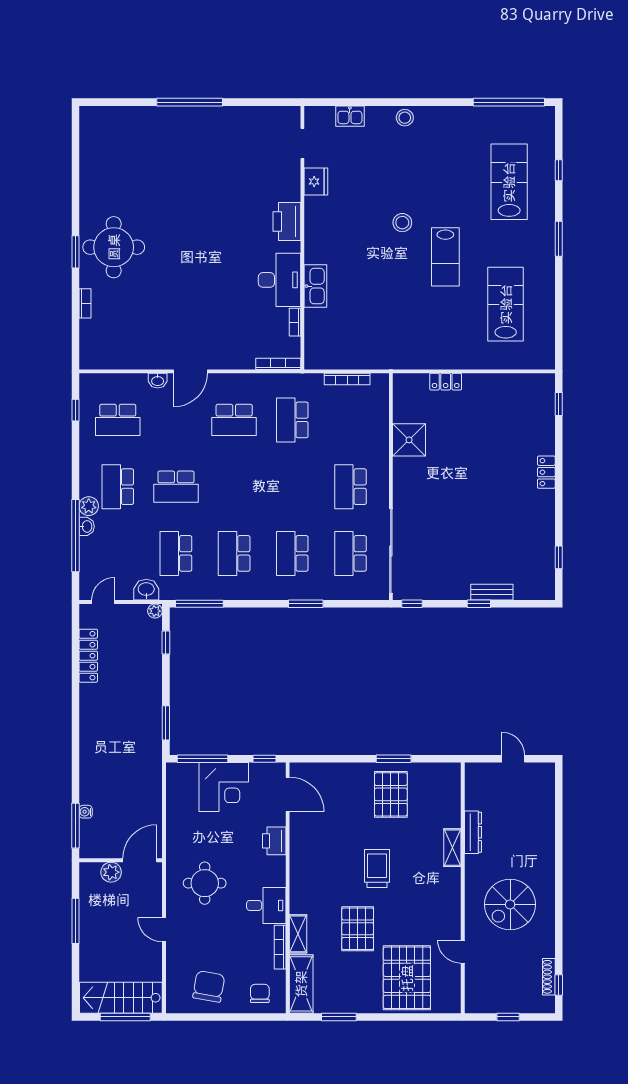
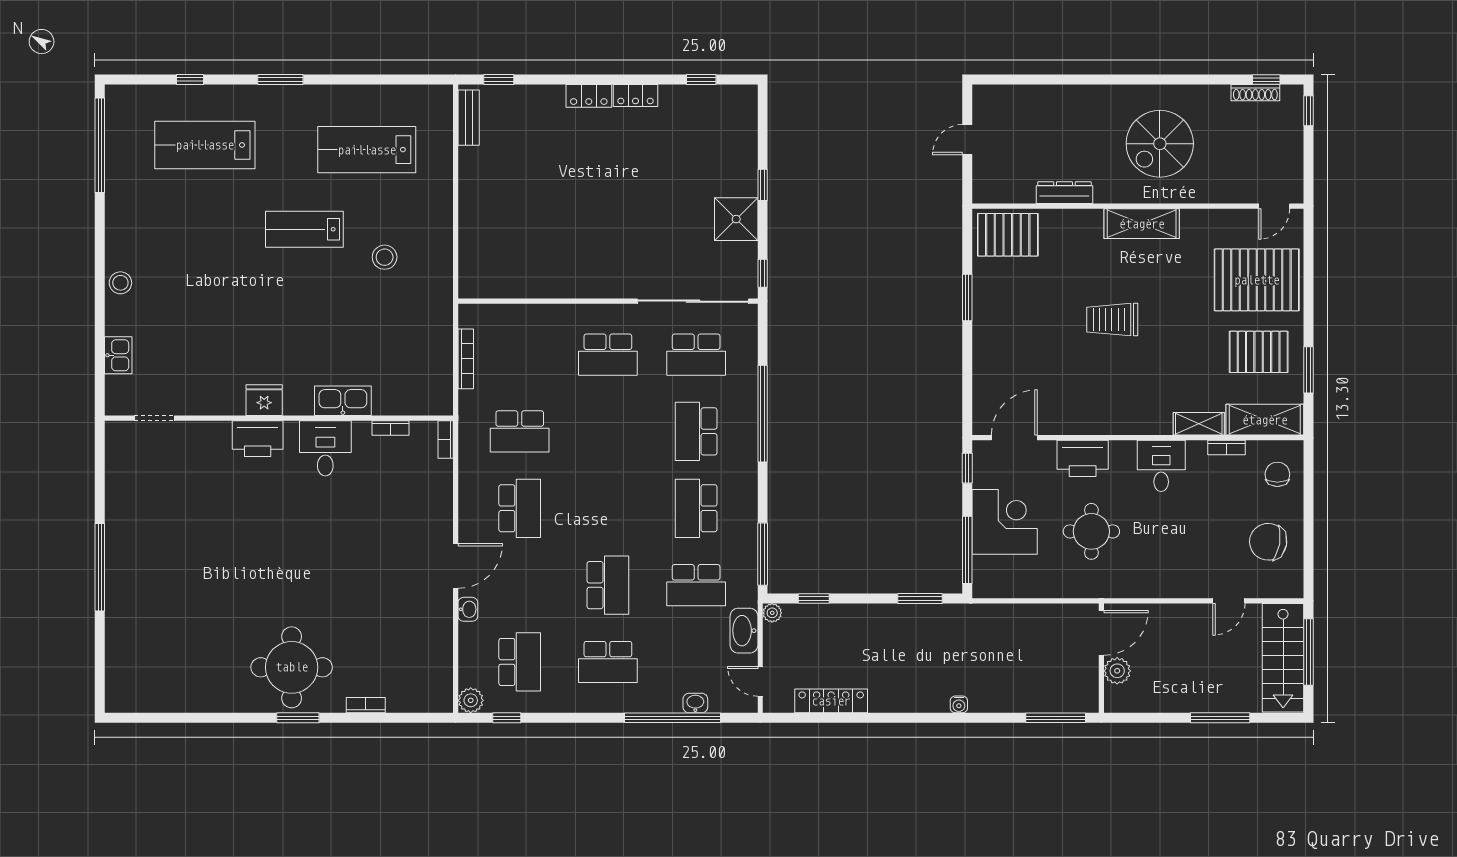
fridge: (316, 181) -> (264, 400), moved
stool: (402, 223) -> (385, 257), moved
lab bench: (445, 257) -> (304, 229), turned 180
desk: (279, 280) -> (325, 448), width x0.73
bookcase: (278, 364) -> (446, 439), width x0.64
door: (190, 371) -> (456, 566), hinge flipped
locker: (446, 382) -> (635, 95), moved, turned 90
shower: (409, 440) -> (736, 219), moved
plant: (89, 506) -> (471, 700), moved
washbasin: (87, 526) -> (695, 703), moved
school desk: (234, 553) -> (696, 508), turned 90
school desk: (292, 553) -> (696, 431), turned 90
washbasin: (146, 590) -> (744, 631), width x1.38
bench: (492, 592) -> (469, 118), moved
window: (306, 604) -> (763, 414), width x2.11
pallet: (391, 794) -> (1008, 235), moved
water cooler: (86, 812) -> (959, 704), moved
printer: (274, 841) -> (1083, 458), width x1.37, depth x1.19
shelving: (452, 848) -> (1142, 224), moved, width x1.50, depth x1.33
door: (140, 860) -> (1101, 633), swing flipped
round table: (205, 883) -> (1091, 531), moved
spiral stairs: (510, 904) -> (1160, 144), turned 90
window: (75, 921) -> (1220, 718), moved
pallet: (358, 929) -> (1259, 352), moved
door: (164, 930) -> (1229, 601), moved
bookcase: (280, 947) -> (1226, 447), width x0.64
door: (463, 952) -> (1274, 206), moved
chair: (260, 993) -> (1277, 474), turned 90
window: (508, 1017) -> (1308, 111), moved

